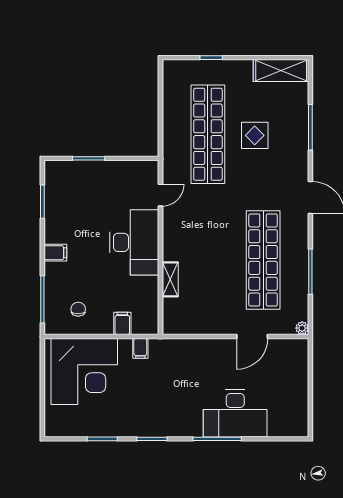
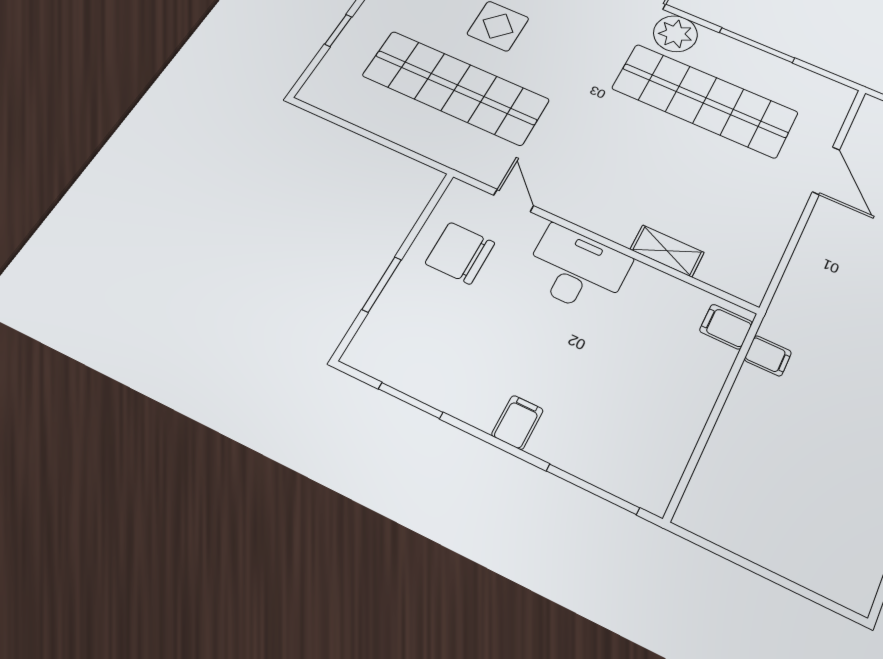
desk: (134, 242) -> (577, 270), width x0.73, depth x0.77
chair: (78, 309) -> (460, 253), moved, width x1.87, depth x1.87
filing cabinet: (122, 323) -> (726, 327), moved
plant: (302, 328) -> (675, 34), moved, width x1.88, depth x1.88
corner desk: (84, 371) -> (768, 476), removed

